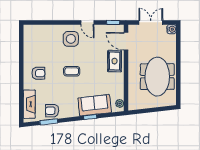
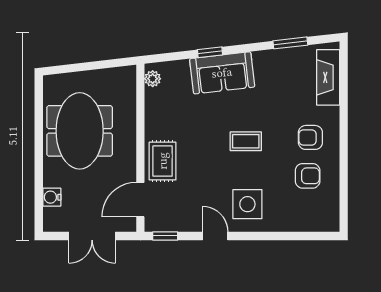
water cooler: (172, 29) -> (52, 197), moved
door: (126, 41) -> (140, 200), swing flipped
sofa: (95, 105) -> (222, 73), moved
armchair: (52, 111) -> (308, 176), moved

